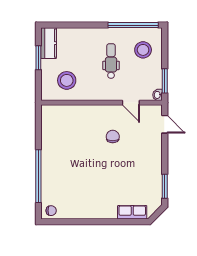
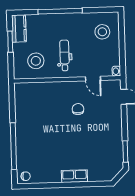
window: (133, 25) -> (60, 11), moved
dental chair: (111, 61) -> (65, 55), moved
window: (165, 81) -> (122, 59), removed
row of seats: (132, 212) -> (74, 176), moved

